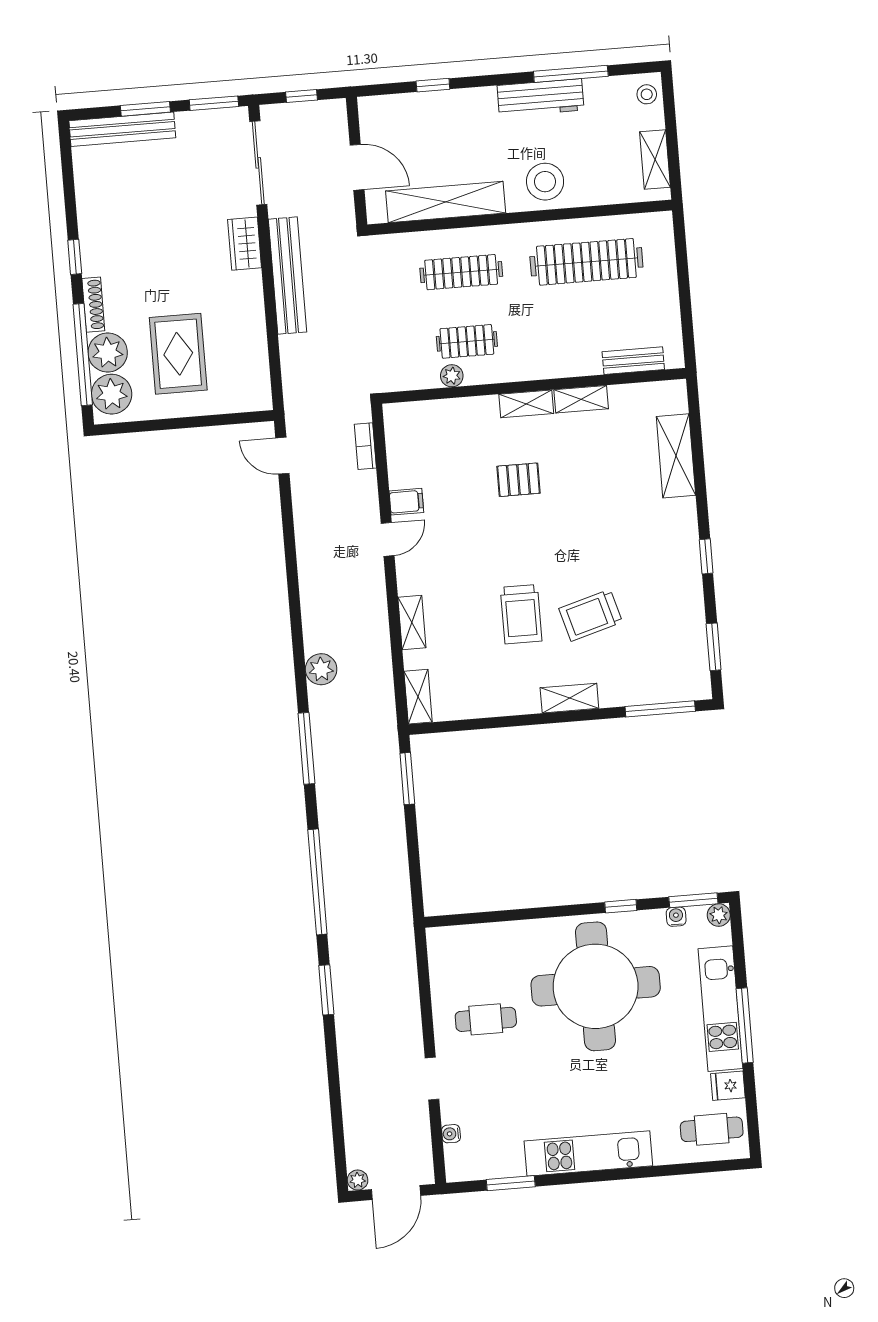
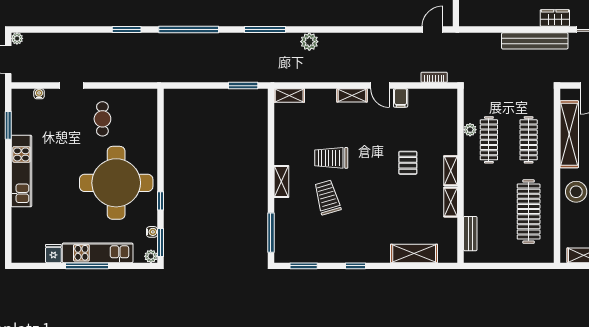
clothes rail: (467, 341) -> (489, 140), width x1.36
shelving: (412, 623) -> (352, 95), moved
cafe table: (712, 1129) -> (29, 242), removed

